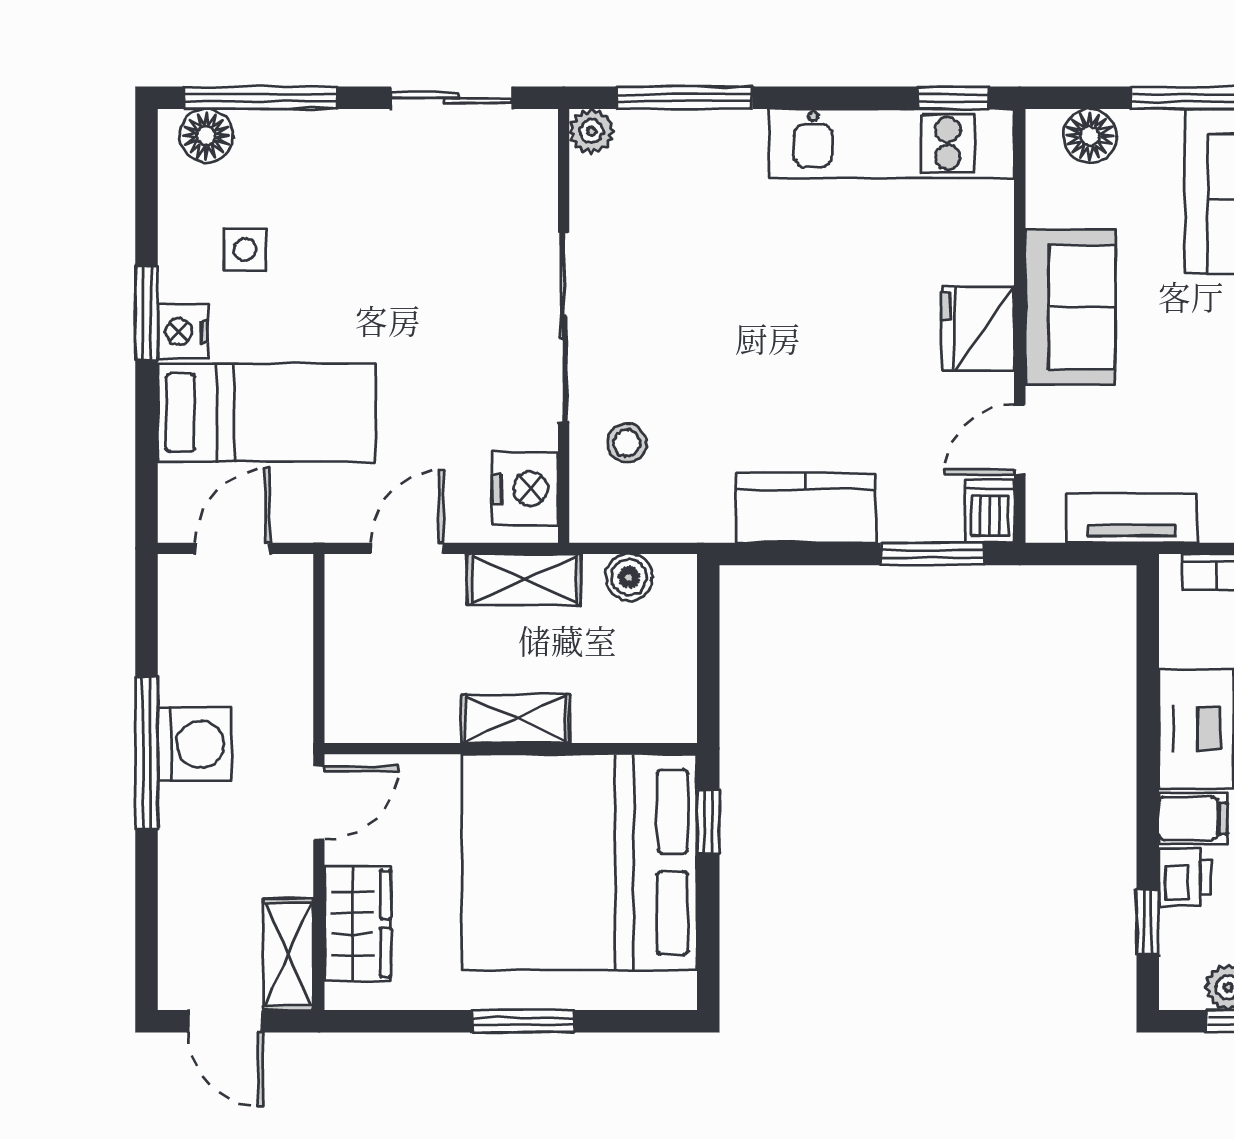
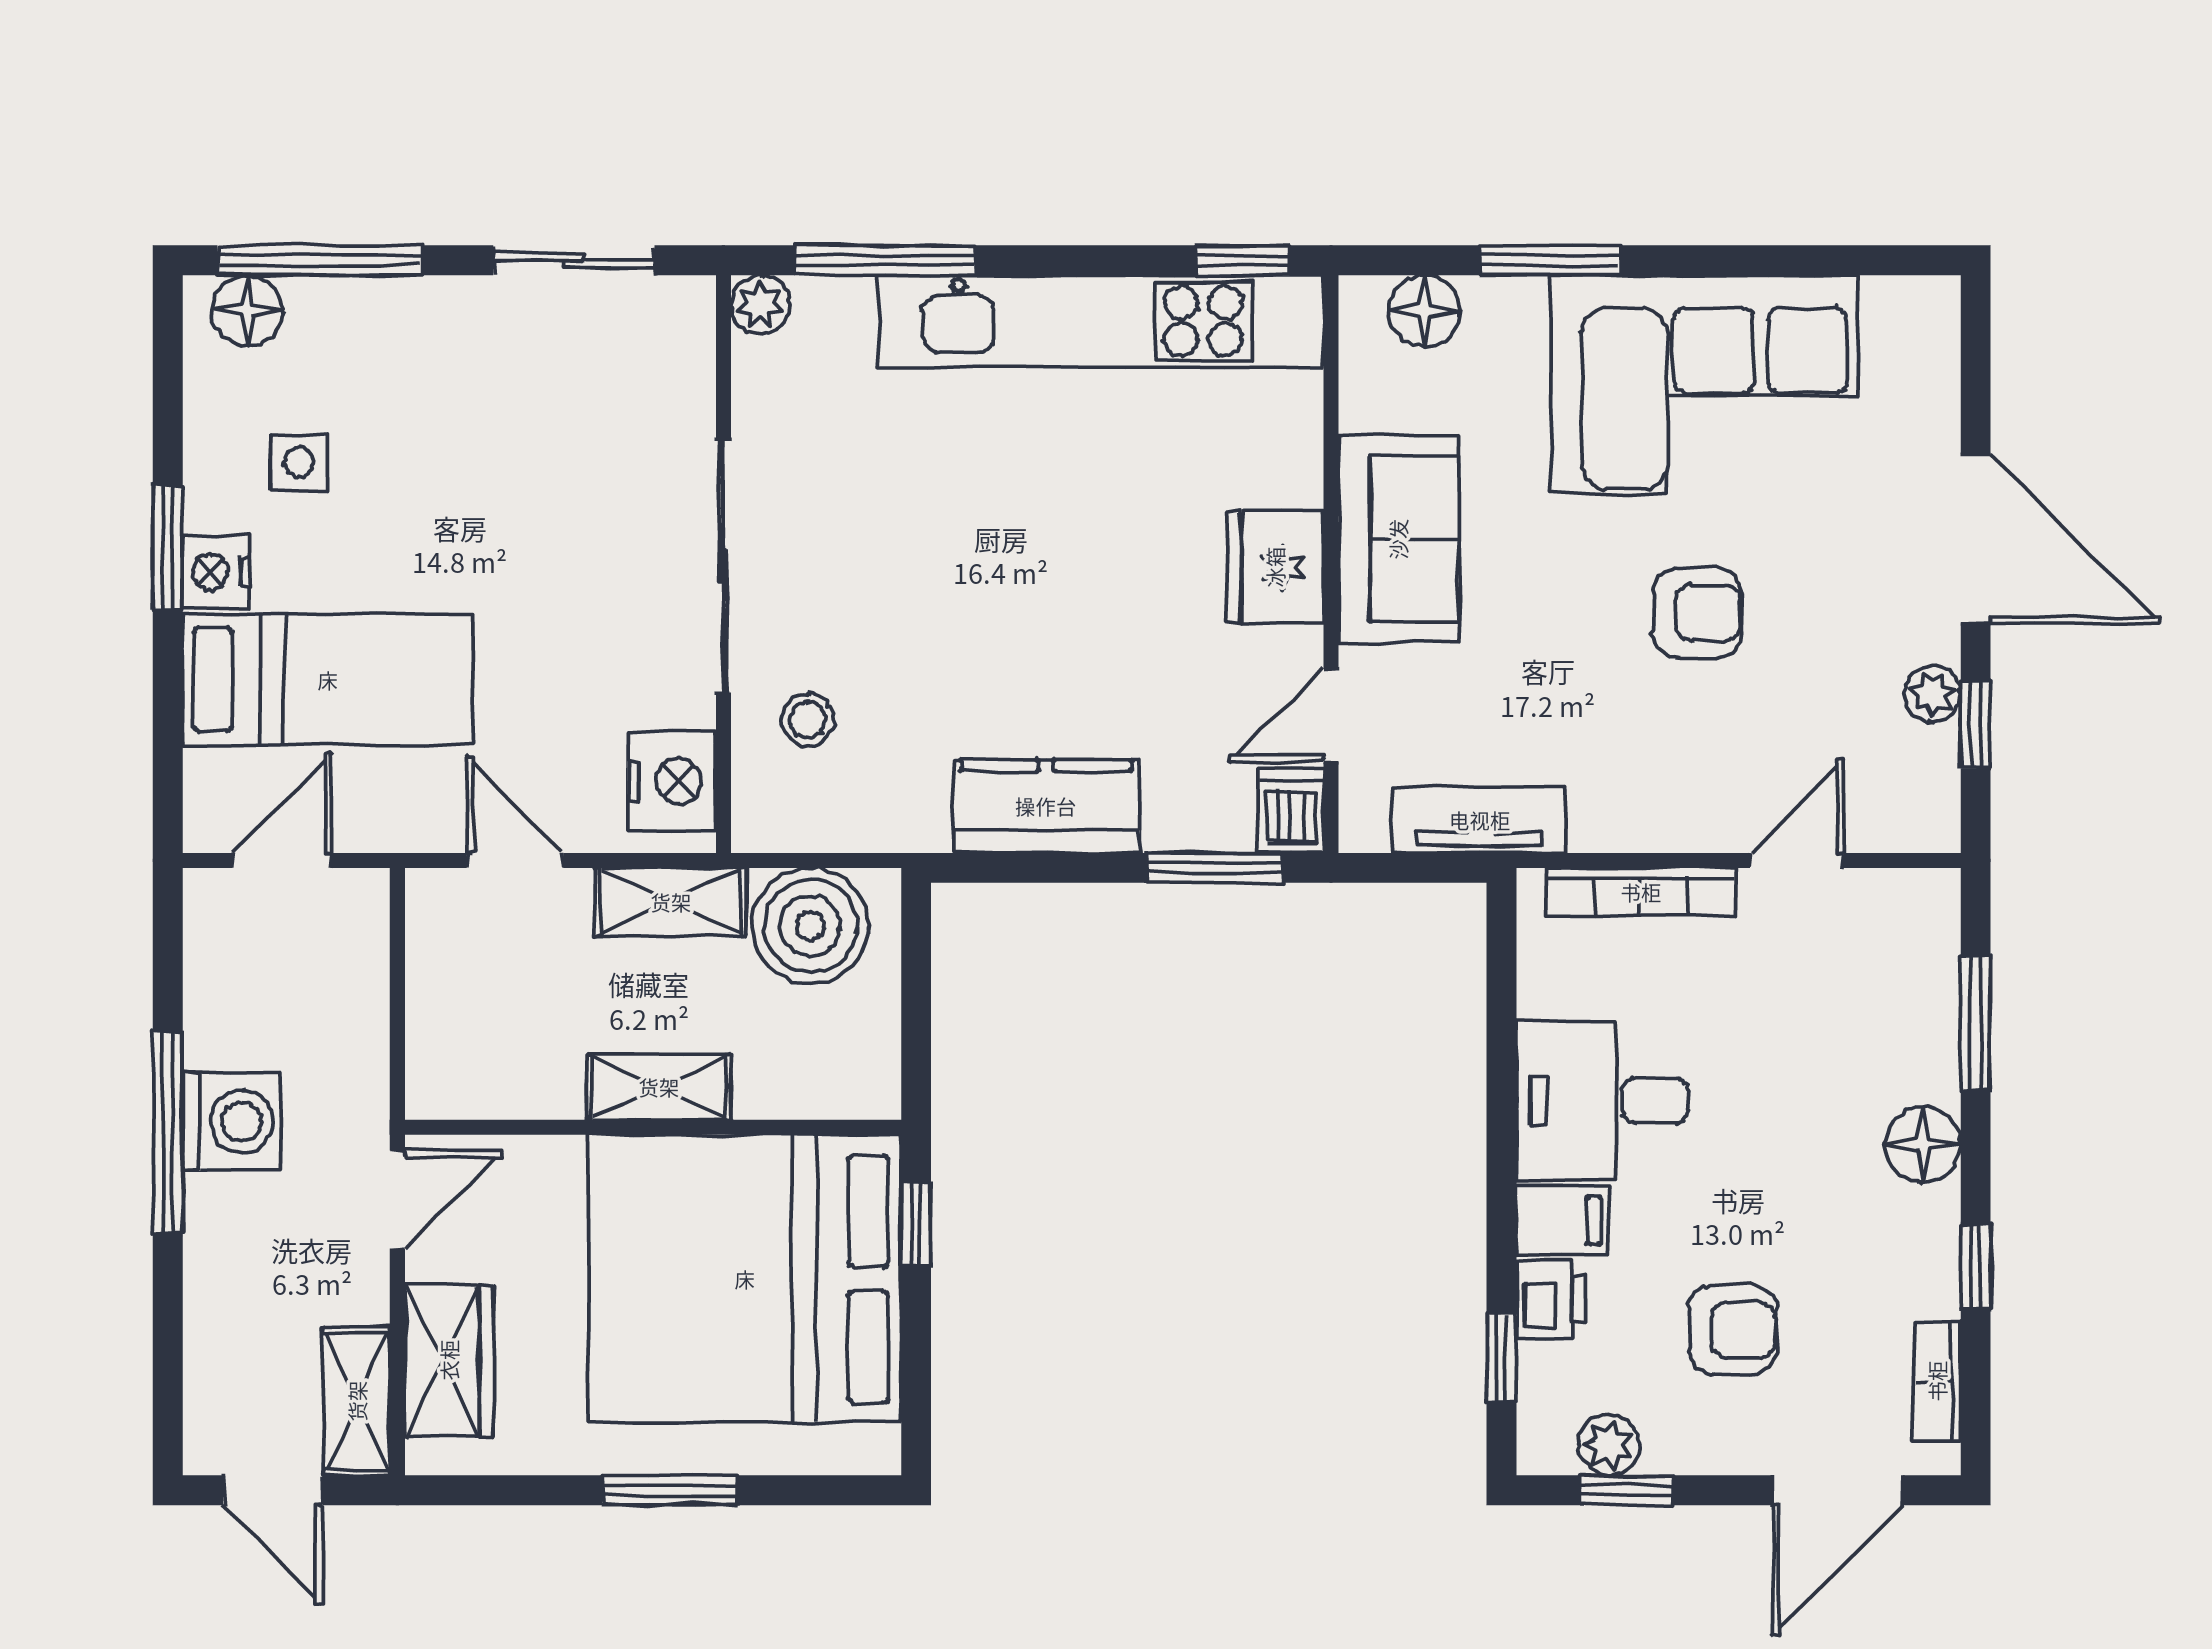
kitchen unit: (892, 143) -> (1101, 321), width x1.36
door: (407, 548) -> (515, 860), hinge flipped
boiler: (629, 577) -> (810, 926), width x1.86, depth x1.86

